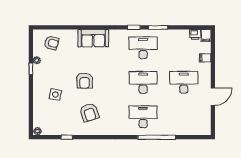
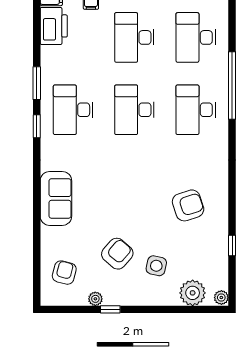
printer: (195, 35) -> (54, 26), width x1.87, depth x1.48
armchair: (85, 81) -> (117, 254), moved, turned -49
plant: (40, 115) -> (193, 293), added
desk: (184, 117) -> (196, 37), added

